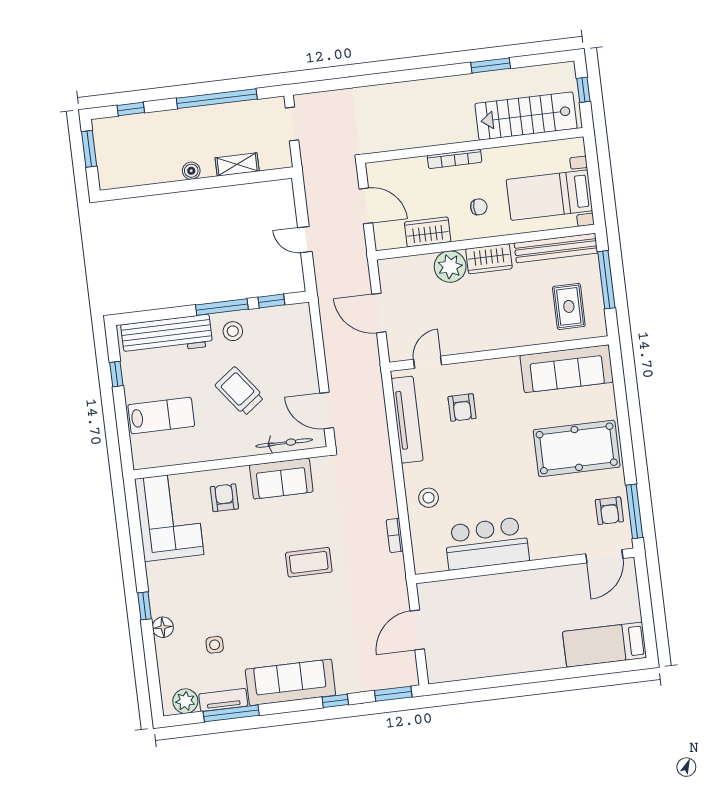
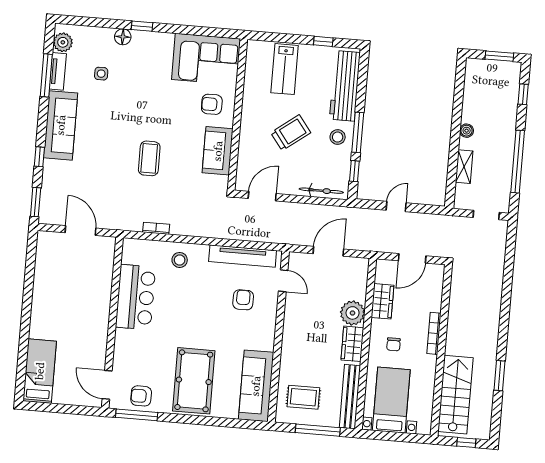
armchair: (462, 408) -> (243, 300), turned 90
bicycle: (284, 443) -> (321, 191), moved, turned -90
armchair: (224, 498) -> (212, 104), turned 180

